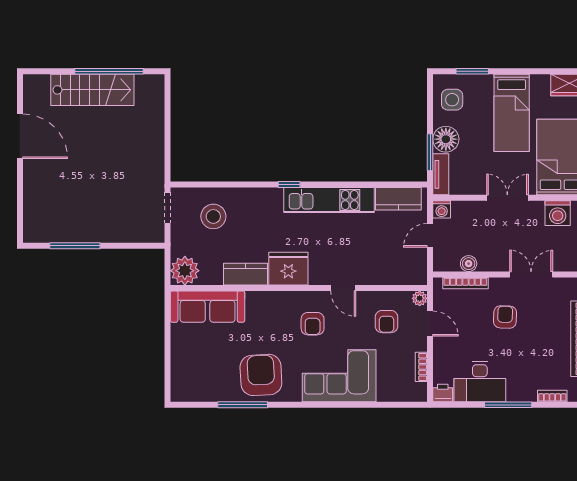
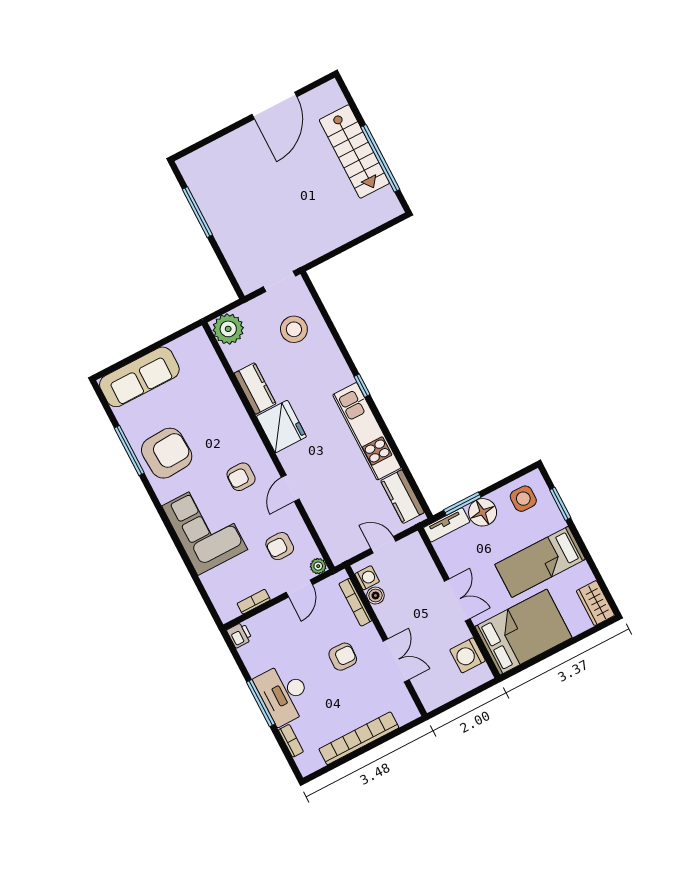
washing machine: (442, 209) -> (367, 578), moved, turned 180
sofa: (208, 307) -> (139, 377), moved, turned -90
desk: (480, 382) -> (284, 694), moved

